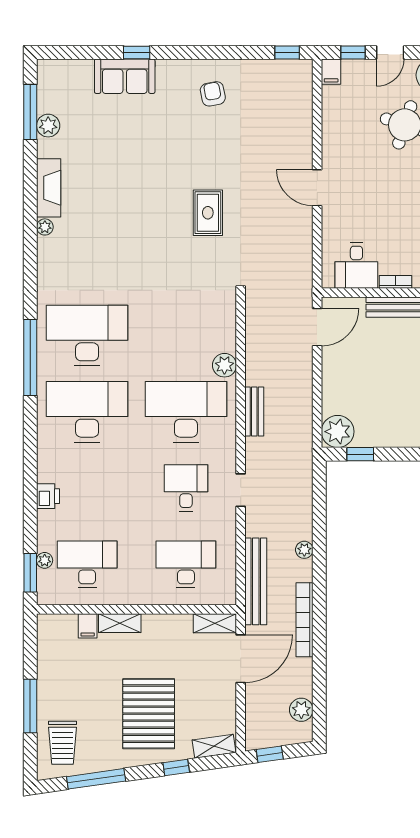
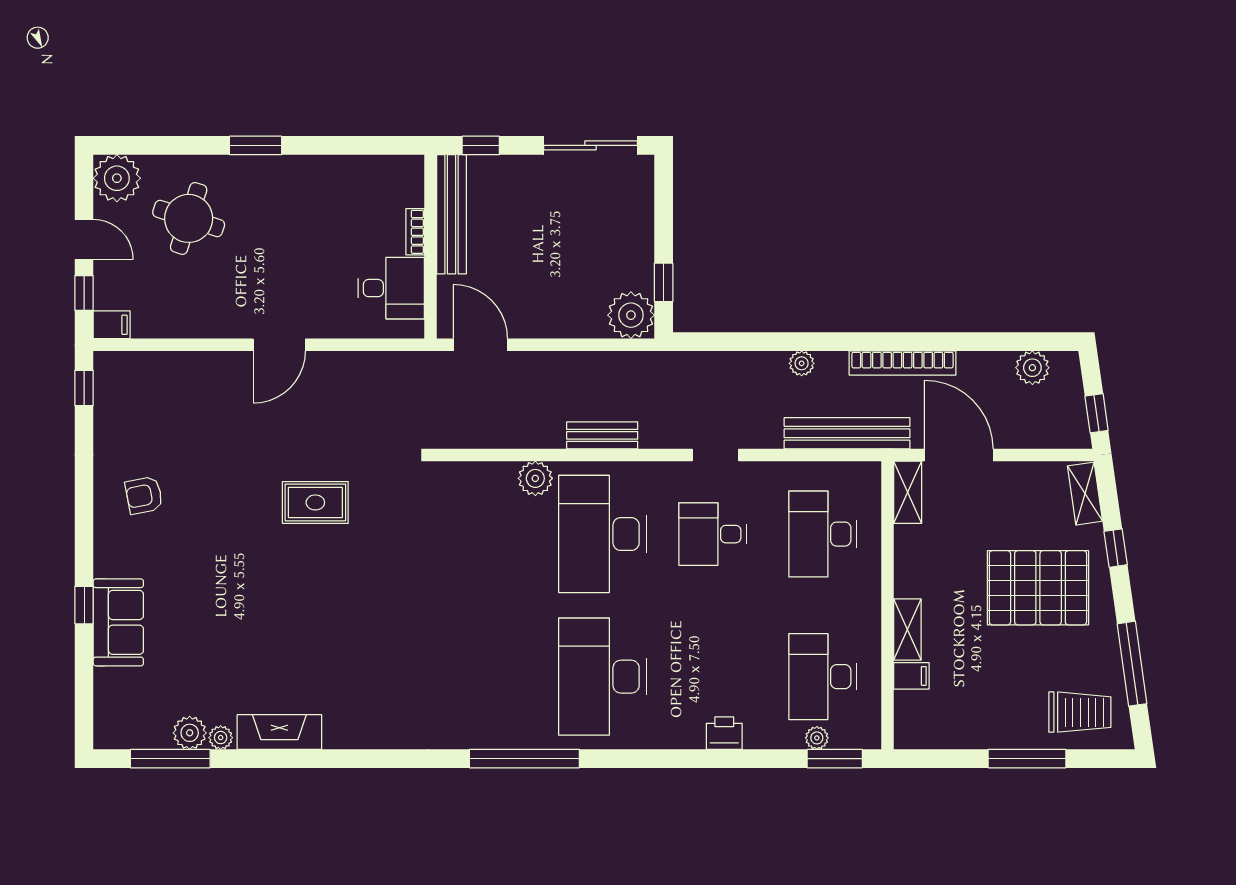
plant: (45, 227) -> (221, 738), moved
desk: (87, 335) -> (492, 677), removed

